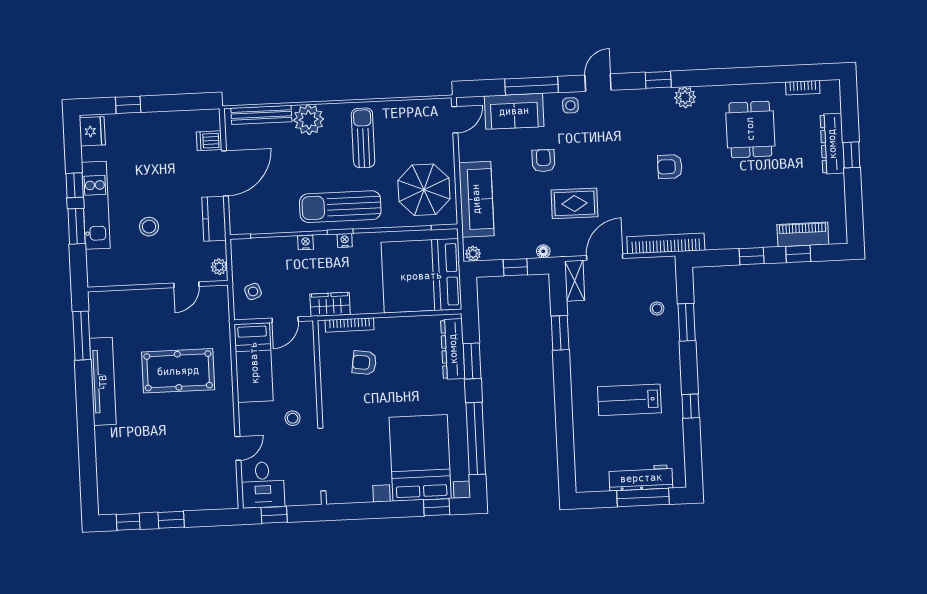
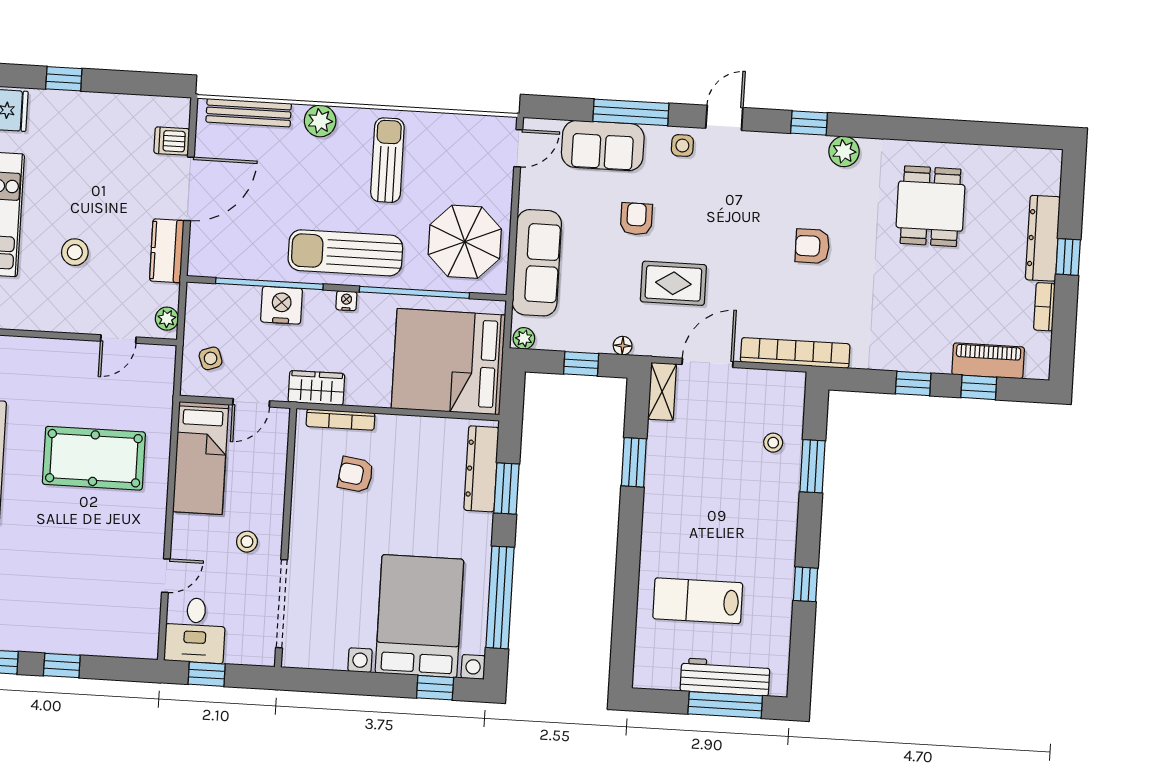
bookcase: (803, 88) -> (1044, 307), moved, turned 90
plant: (309, 120) -> (320, 121), width x0.73, depth x0.73
nightstand: (306, 243) -> (282, 305), width x1.89, depth x1.79
lab bench: (629, 400) -> (698, 601), moved

